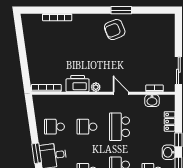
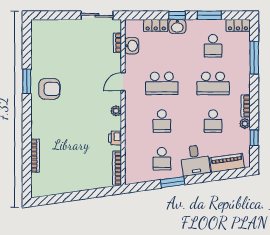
armchair: (115, 30) -> (49, 89), turned -68
printer: (78, 84) -> (115, 138), width x0.53, depth x0.68
washbasin: (169, 152) -> (177, 26), moved
window: (37, 153) -> (173, 182), moved

